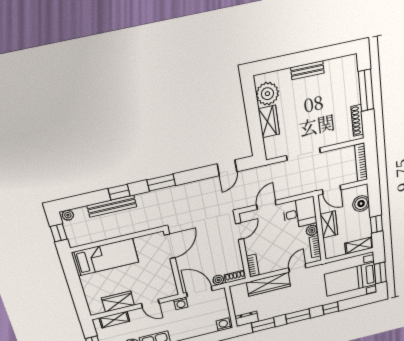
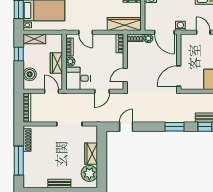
door: (297, 268) -> (86, 32), hinge flipped
wardrobe: (268, 284) -> (124, 24), moved

